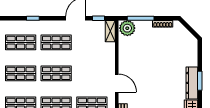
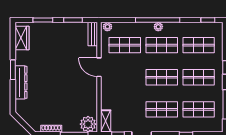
dresser: (192, 83) -> (21, 82), moved

